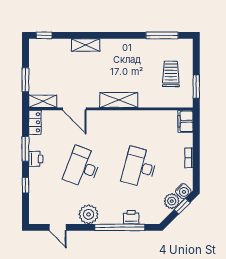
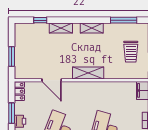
window: (44, 35) -> (40, 20), moved
trolley: (171, 74) -> (131, 52), turned 180
shelving: (43, 101) -> (92, 28), moved

